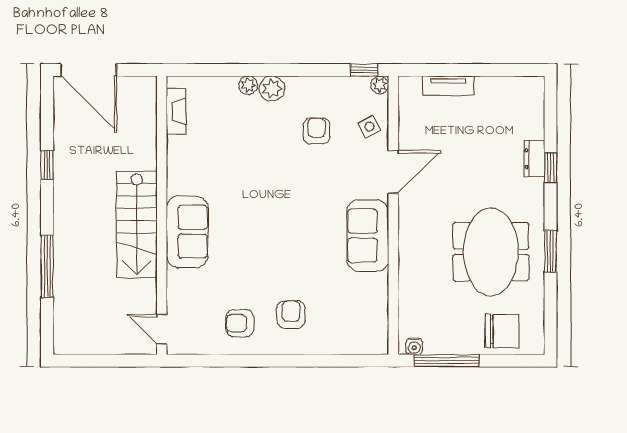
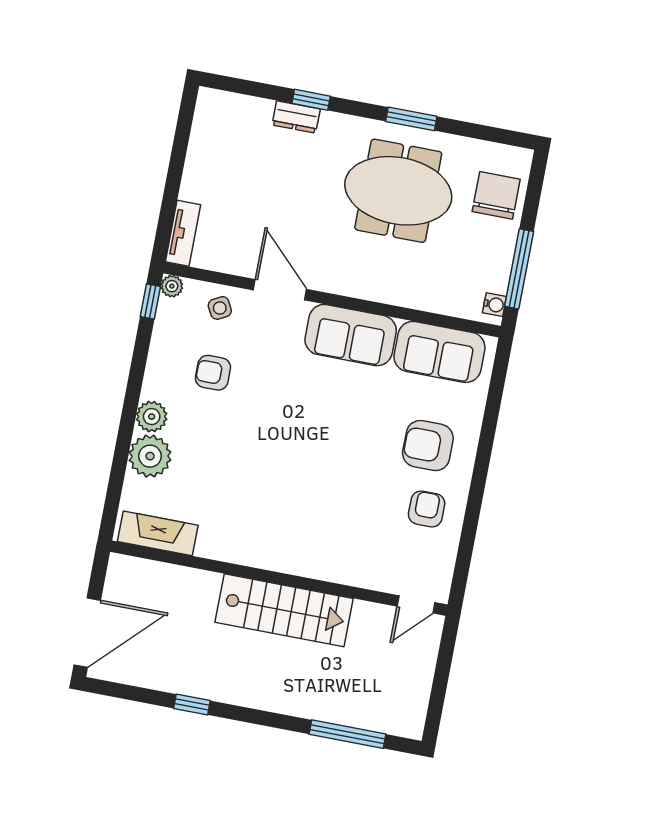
plant: (248, 85) -> (150, 456), width x1.87, depth x1.87
tv unit: (448, 86) -> (183, 233), moved
fireplace: (176, 111) -> (158, 533), width x1.37, depth x1.32
sofa: (187, 232) -> (439, 352), moved, turned 180
window: (47, 266) -> (347, 734), moved
armchair: (291, 315) -> (428, 446), width x1.38, depth x1.38
armchair: (240, 323) -> (427, 509), turned 180

